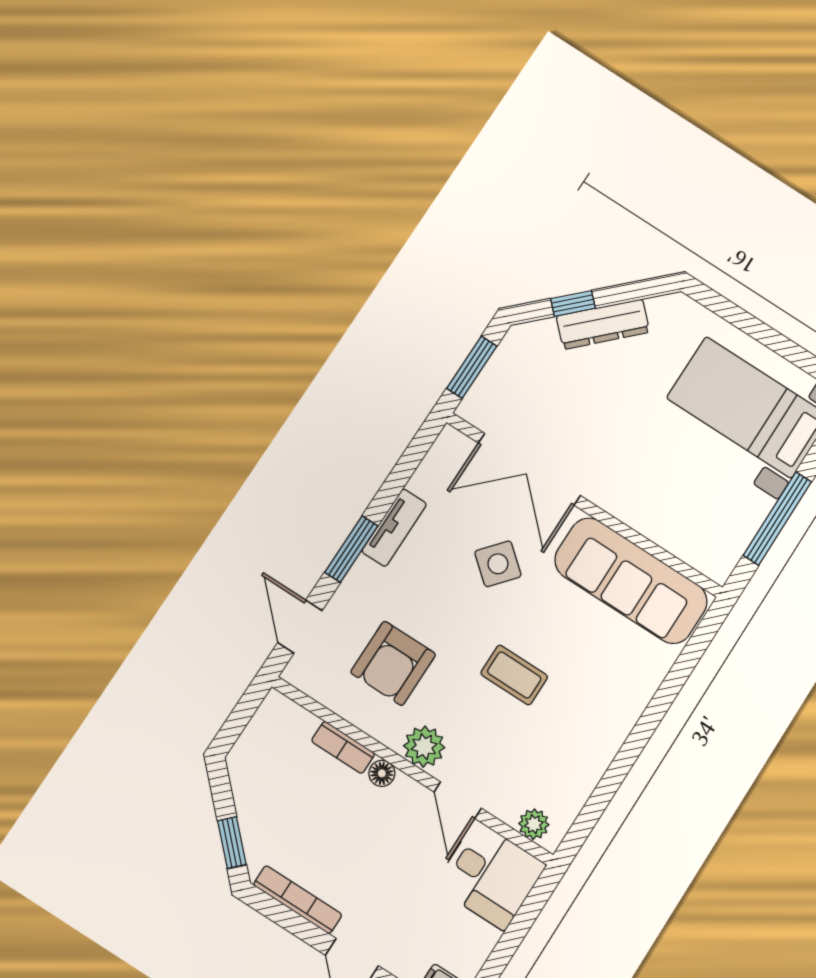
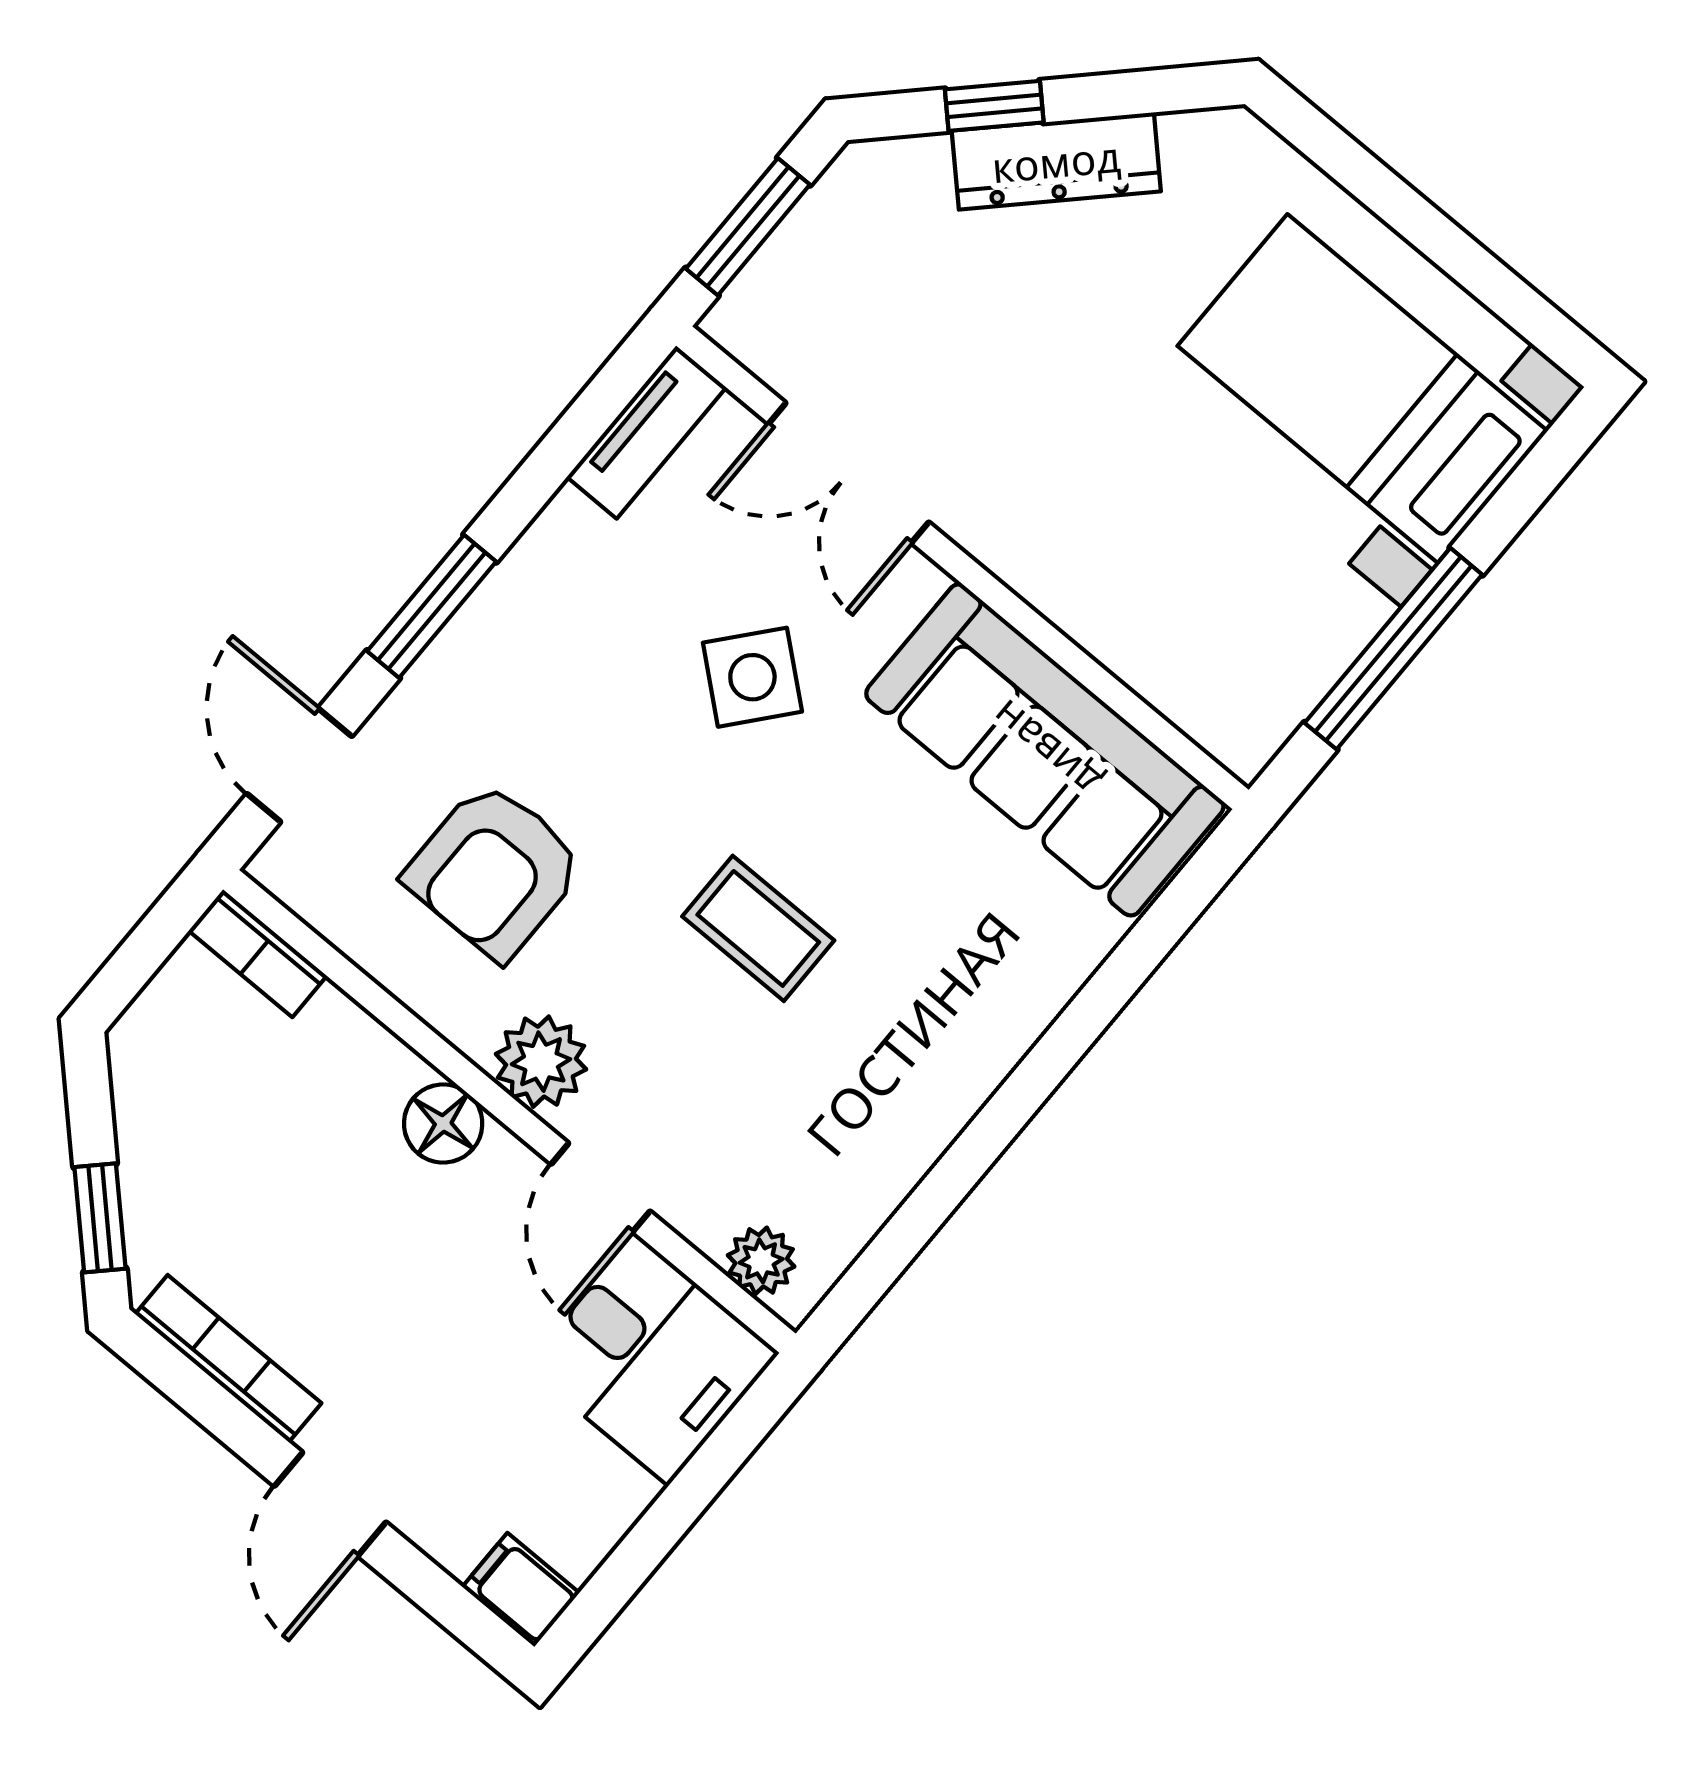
double door: (529, 469) -> (849, 473), width x0.73
tv unit: (394, 528) -> (646, 432), moved
bookcase: (343, 747) -> (258, 953), moved
floor lamp: (382, 773) -> (443, 1124), width x1.37, depth x1.37

